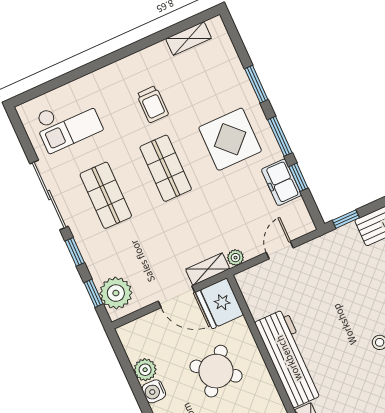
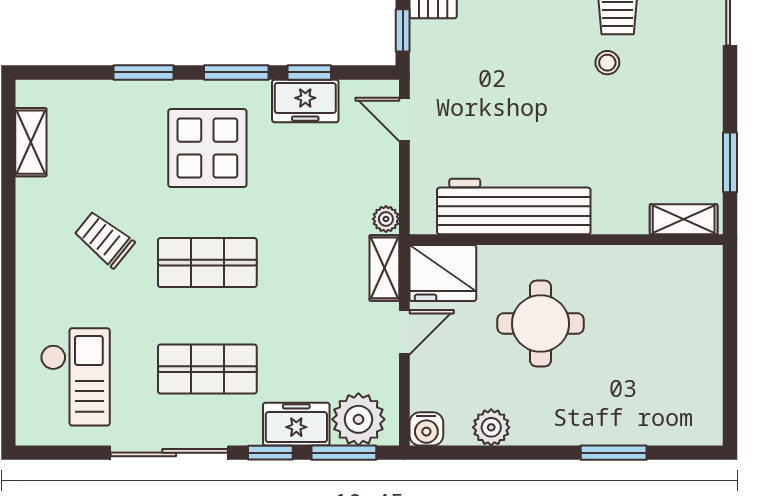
trolley: (153, 104) -> (104, 239), turned -141
door: (280, 250) -> (404, 119), moved
freezer: (97, 259) -> (296, 424), added
window: (93, 293) -> (344, 453), width x1.50
door: (176, 297) -> (404, 332), width x0.73
workbench: (289, 358) -> (514, 206), moved
round table: (216, 371) -> (540, 323), turned -38
water cooler: (154, 391) -> (426, 429), moved

